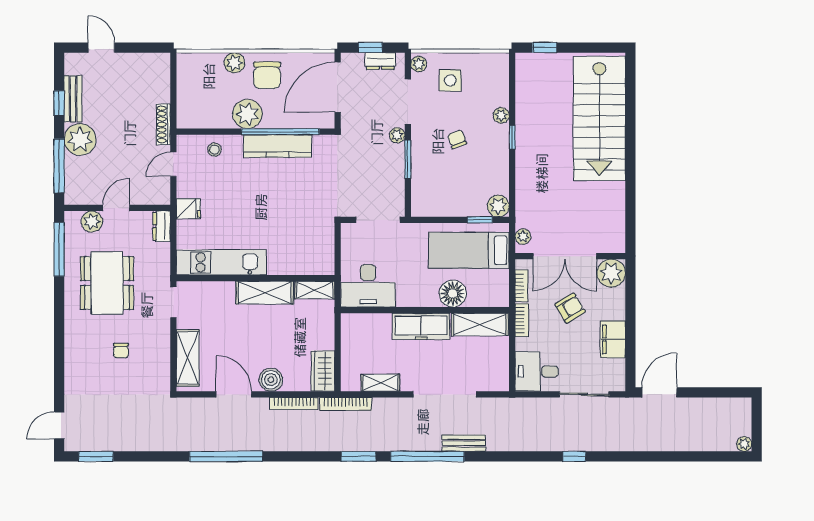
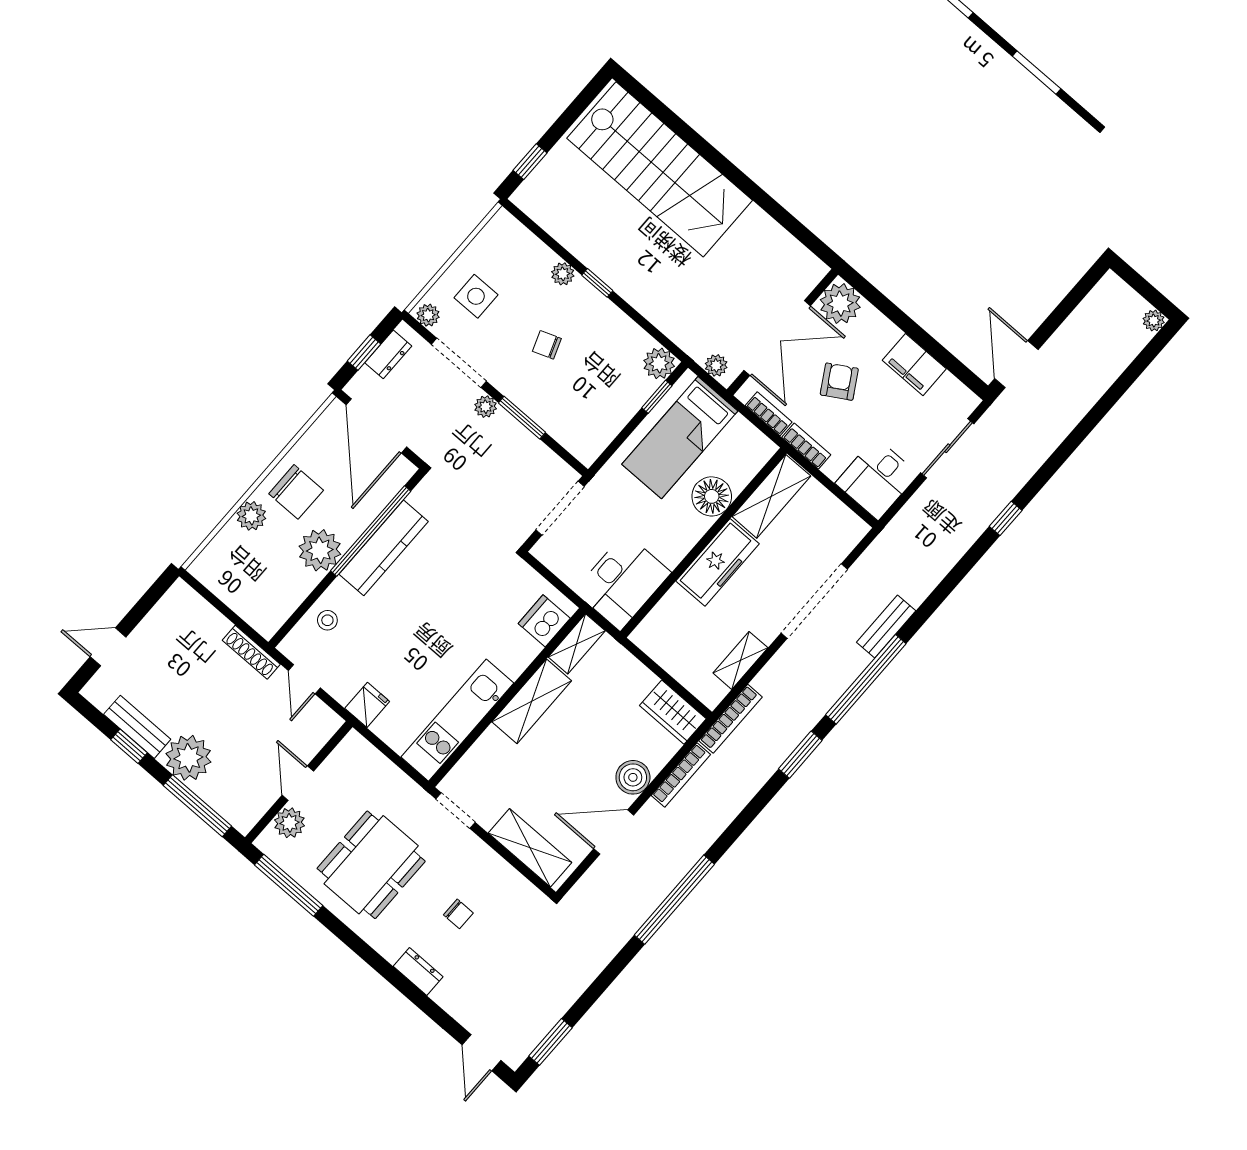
dresser: (162, 226) -> (418, 971), moved, turned 180
dishwasher: (312, 263) -> (544, 621), added
dining table: (107, 283) -> (371, 865), turned 90

